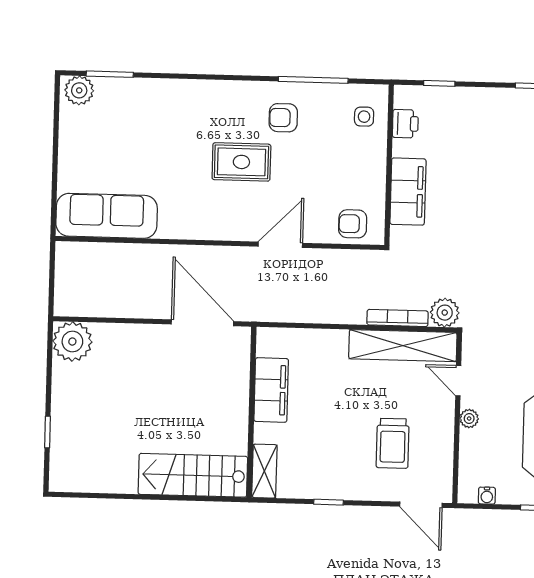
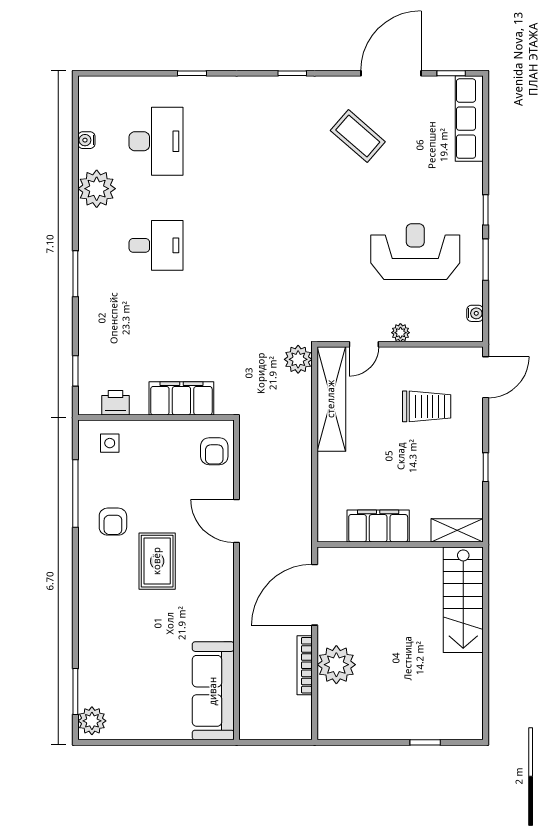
bookcase: (398, 318) -> (305, 665), moved
plant: (72, 342) -> (336, 665), moved

